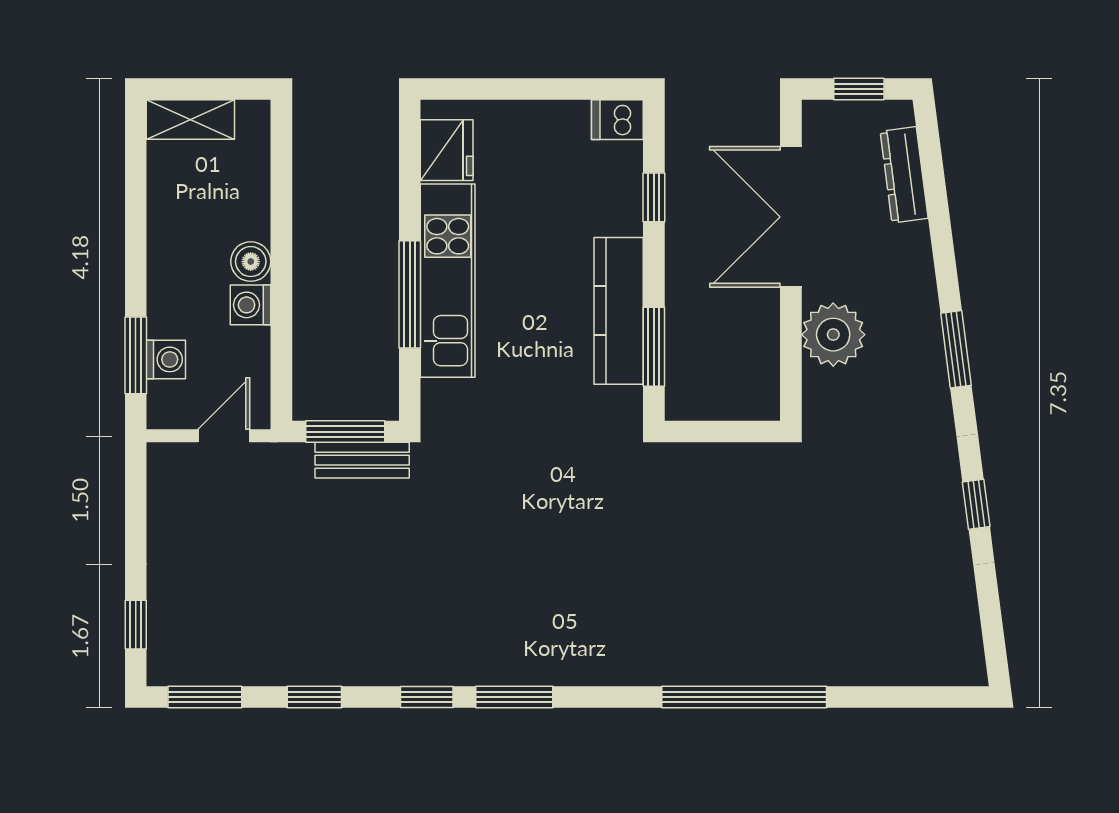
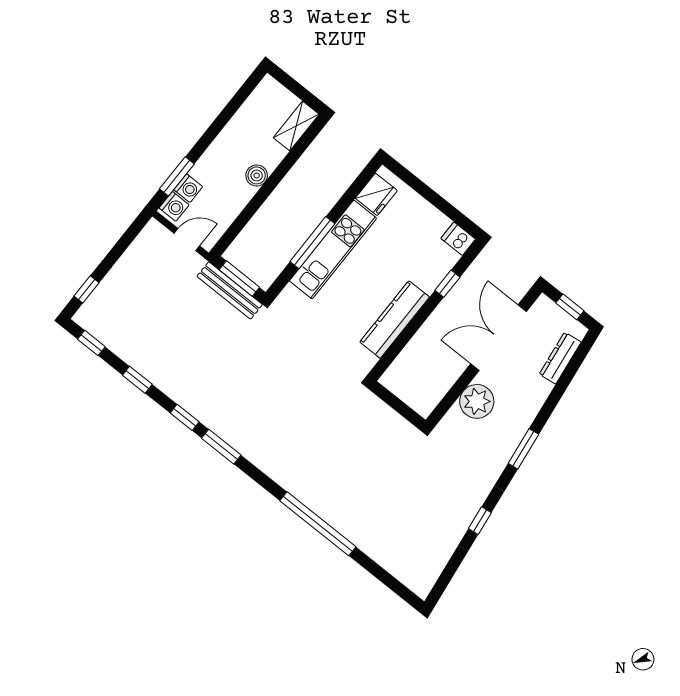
shelving: (190, 119) -> (296, 126), moved, turned 90
washing machine: (251, 305) -> (174, 206), moved, turned 180
window: (654, 347) -> (397, 346), removed
bench: (362, 460) -> (230, 290), width x1.36
window: (205, 697) -> (91, 343), width x0.67

